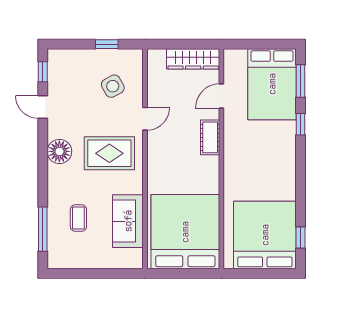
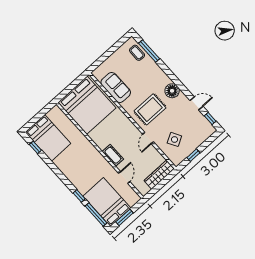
window: (267, 44) -> (124, 217), added
wardrobe: (193, 59) -> (159, 175), moved
window: (301, 81) -> (96, 214), width x1.44
coffee table: (78, 218) -> (137, 53), moved
bed: (265, 235) -> (48, 138), width x0.73

